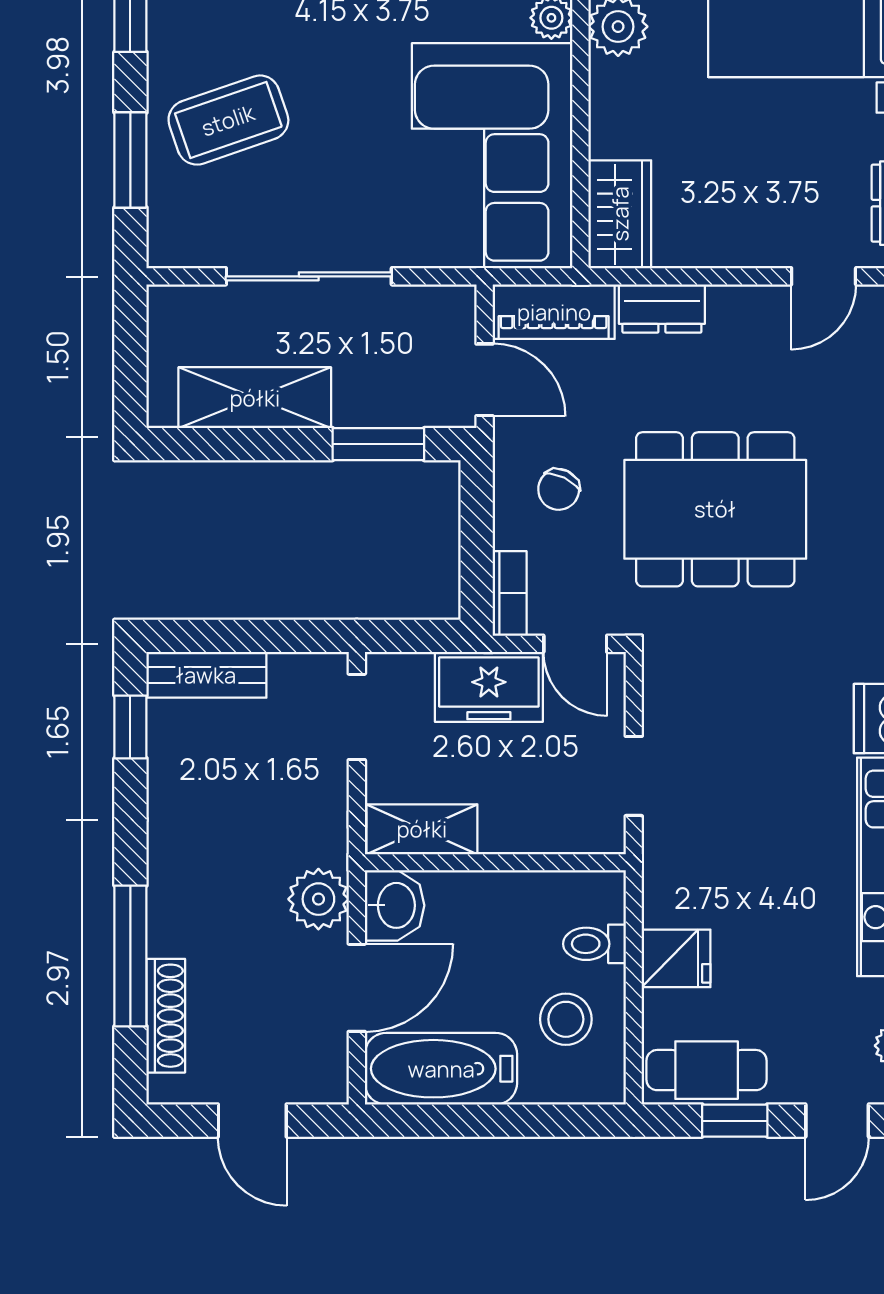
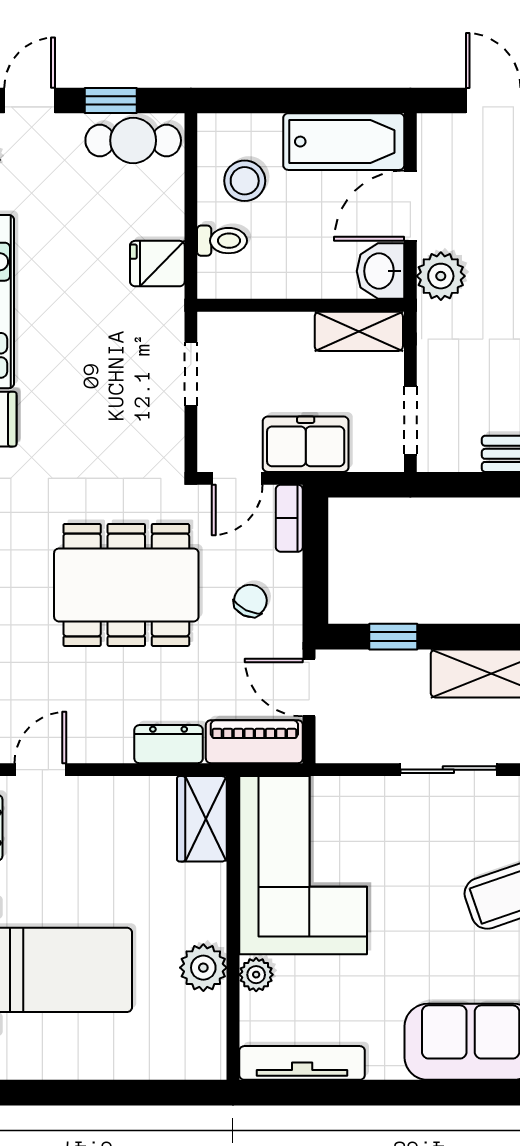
sliding door: (309, 276) -> (448, 770), width x0.73
window: (378, 444) -> (393, 637), width x0.67
door: (575, 644) -> (237, 478), swing flipped
fridge: (676, 958) -> (157, 264), moved

